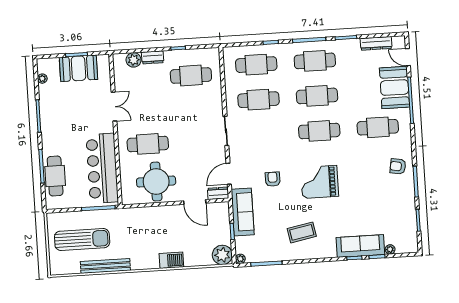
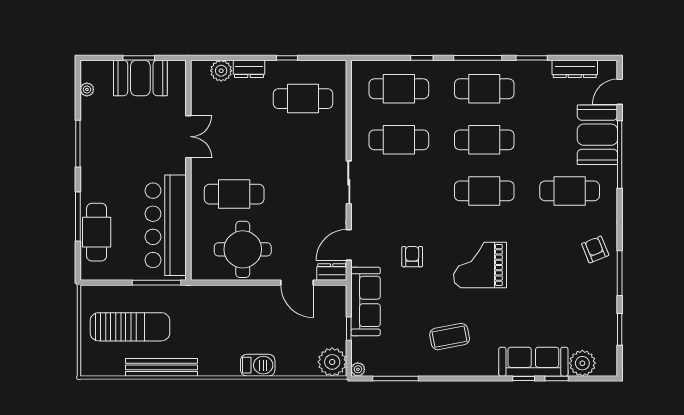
door: (408, 57) -> (620, 92), hinge flipped
armchair: (398, 166) -> (595, 249), turned 58
plant: (390, 249) -> (582, 363), width x1.87, depth x1.87

